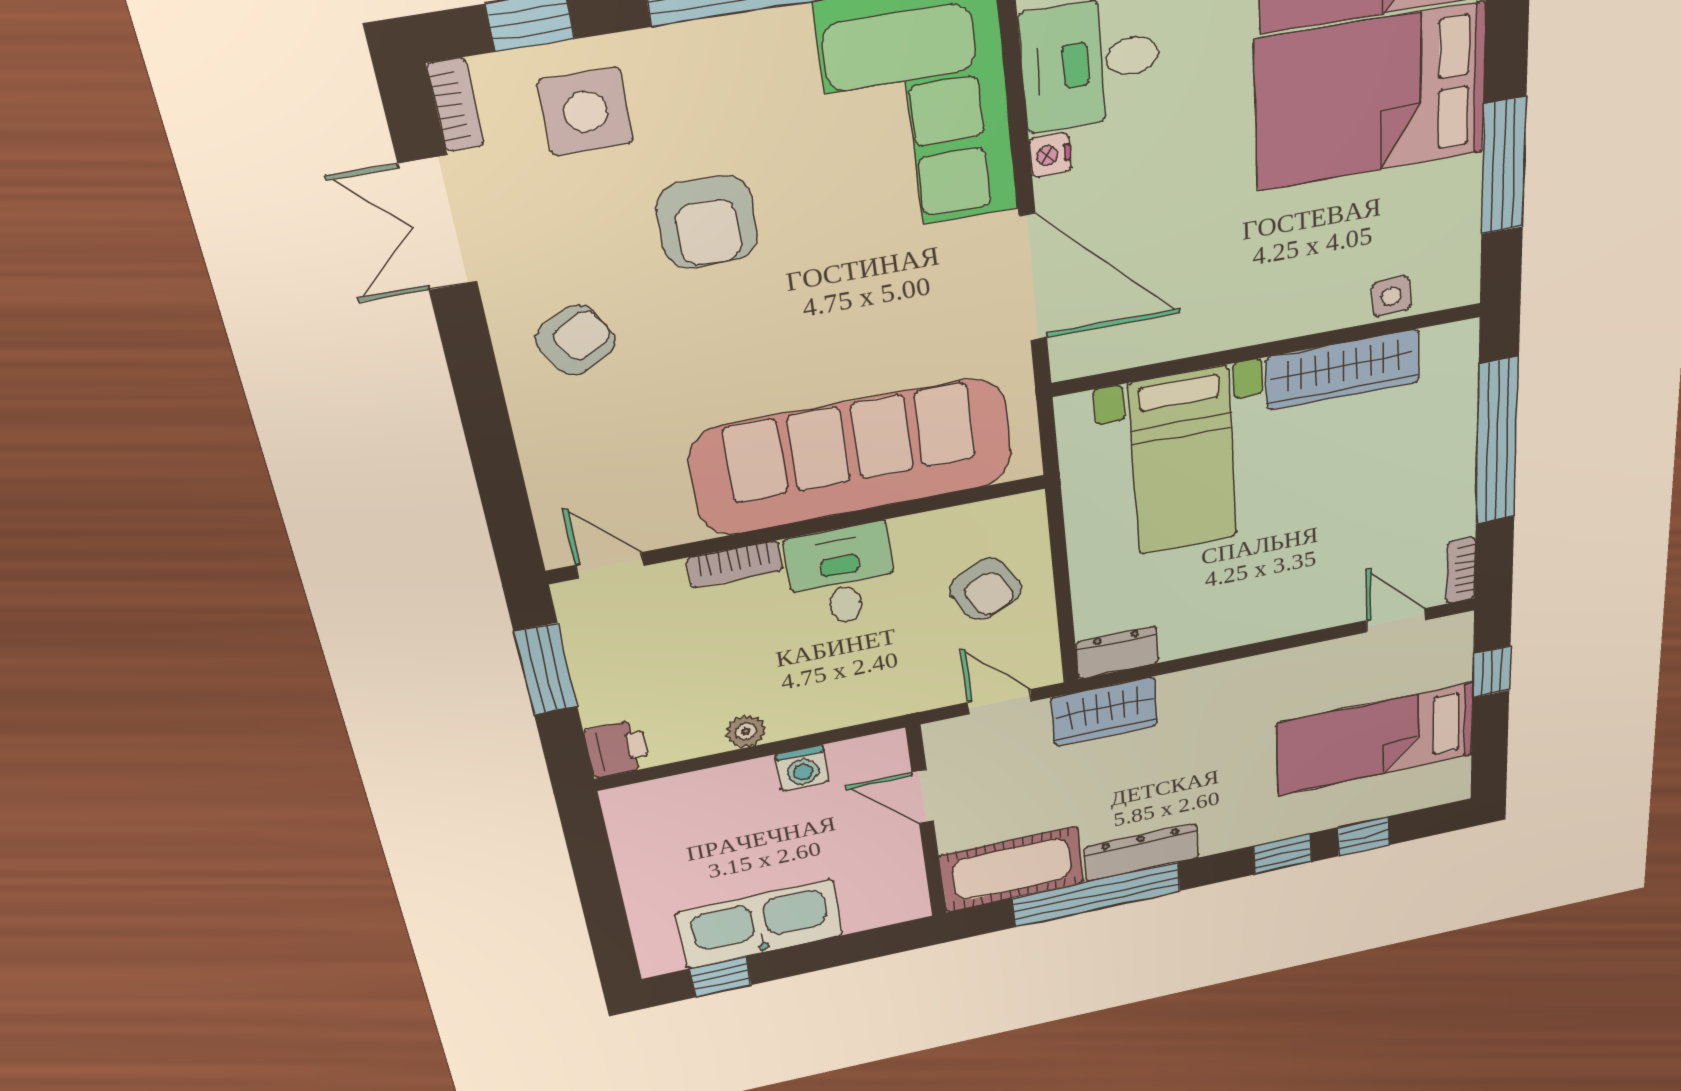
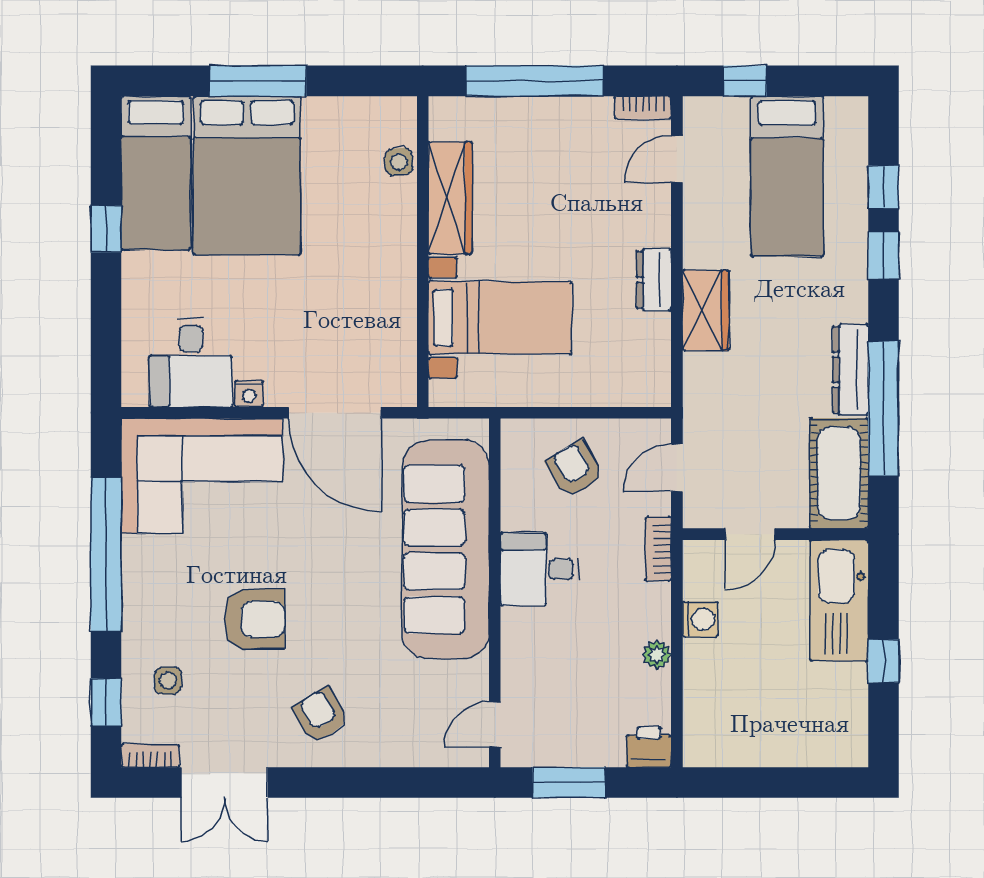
side table: (585, 112) -> (168, 681), width x0.54, depth x0.54
window: (1503, 166) -> (258, 81), moved
door: (1033, 278) -> (335, 413), swing flipped
bookcase: (735, 564) -> (658, 549), moved, turned 180
armchair: (985, 589) -> (575, 469), turned -93
dresser: (1117, 652) -> (654, 280), moved
wardrobe: (1104, 712) -> (706, 310), moved
kitchen sink: (760, 924) -> (839, 600), moved
window: (721, 977) -> (884, 661), moved

